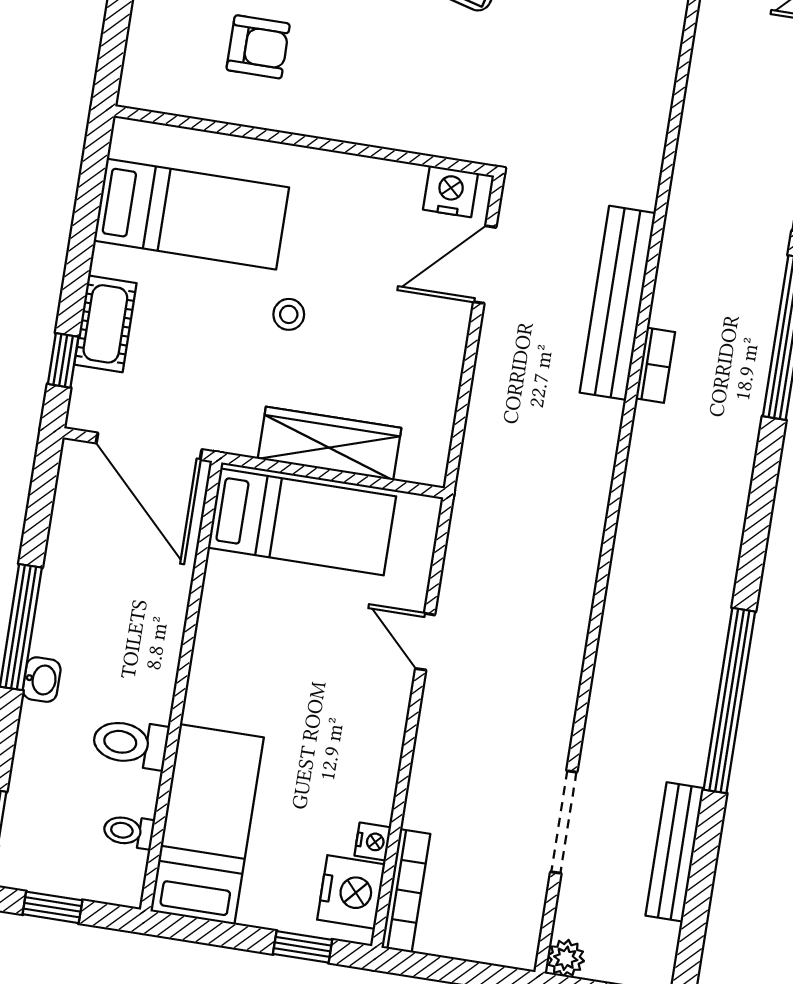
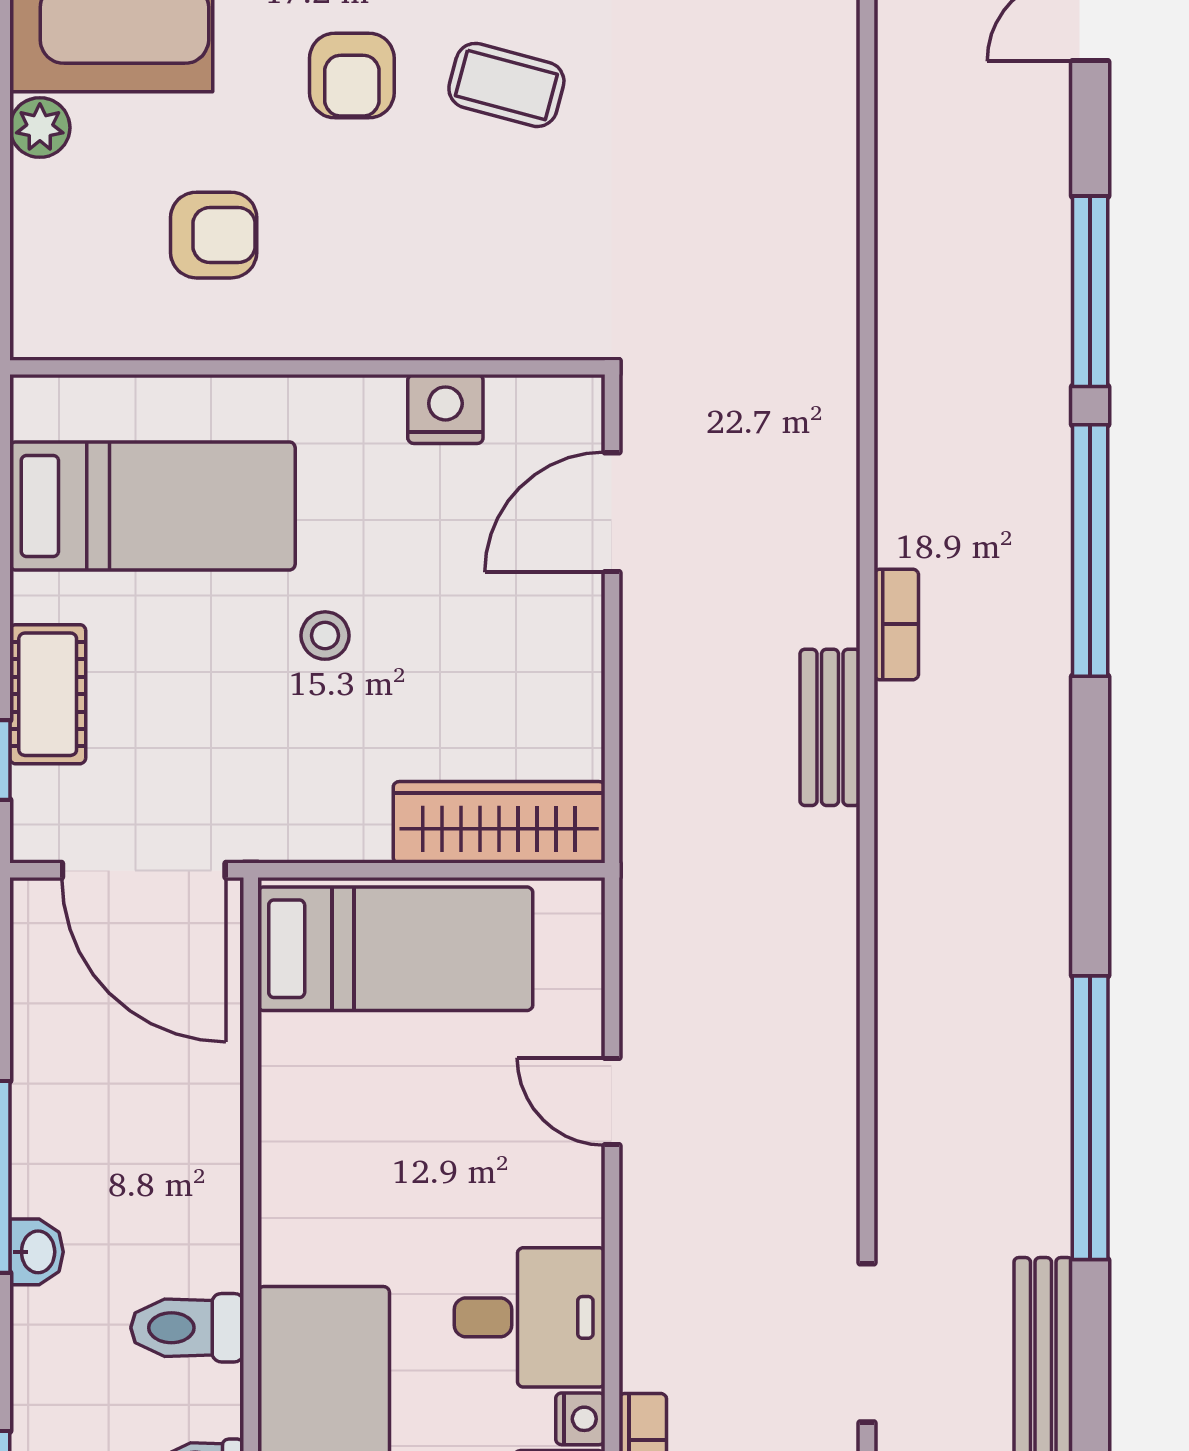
nightstand: (450, 191) -> (445, 409), moved
bench: (618, 303) -> (830, 727), moved, width x0.54, depth x0.82
wardrobe: (330, 443) -> (499, 822), moved
desk: (351, 771) -> (530, 1317), added

